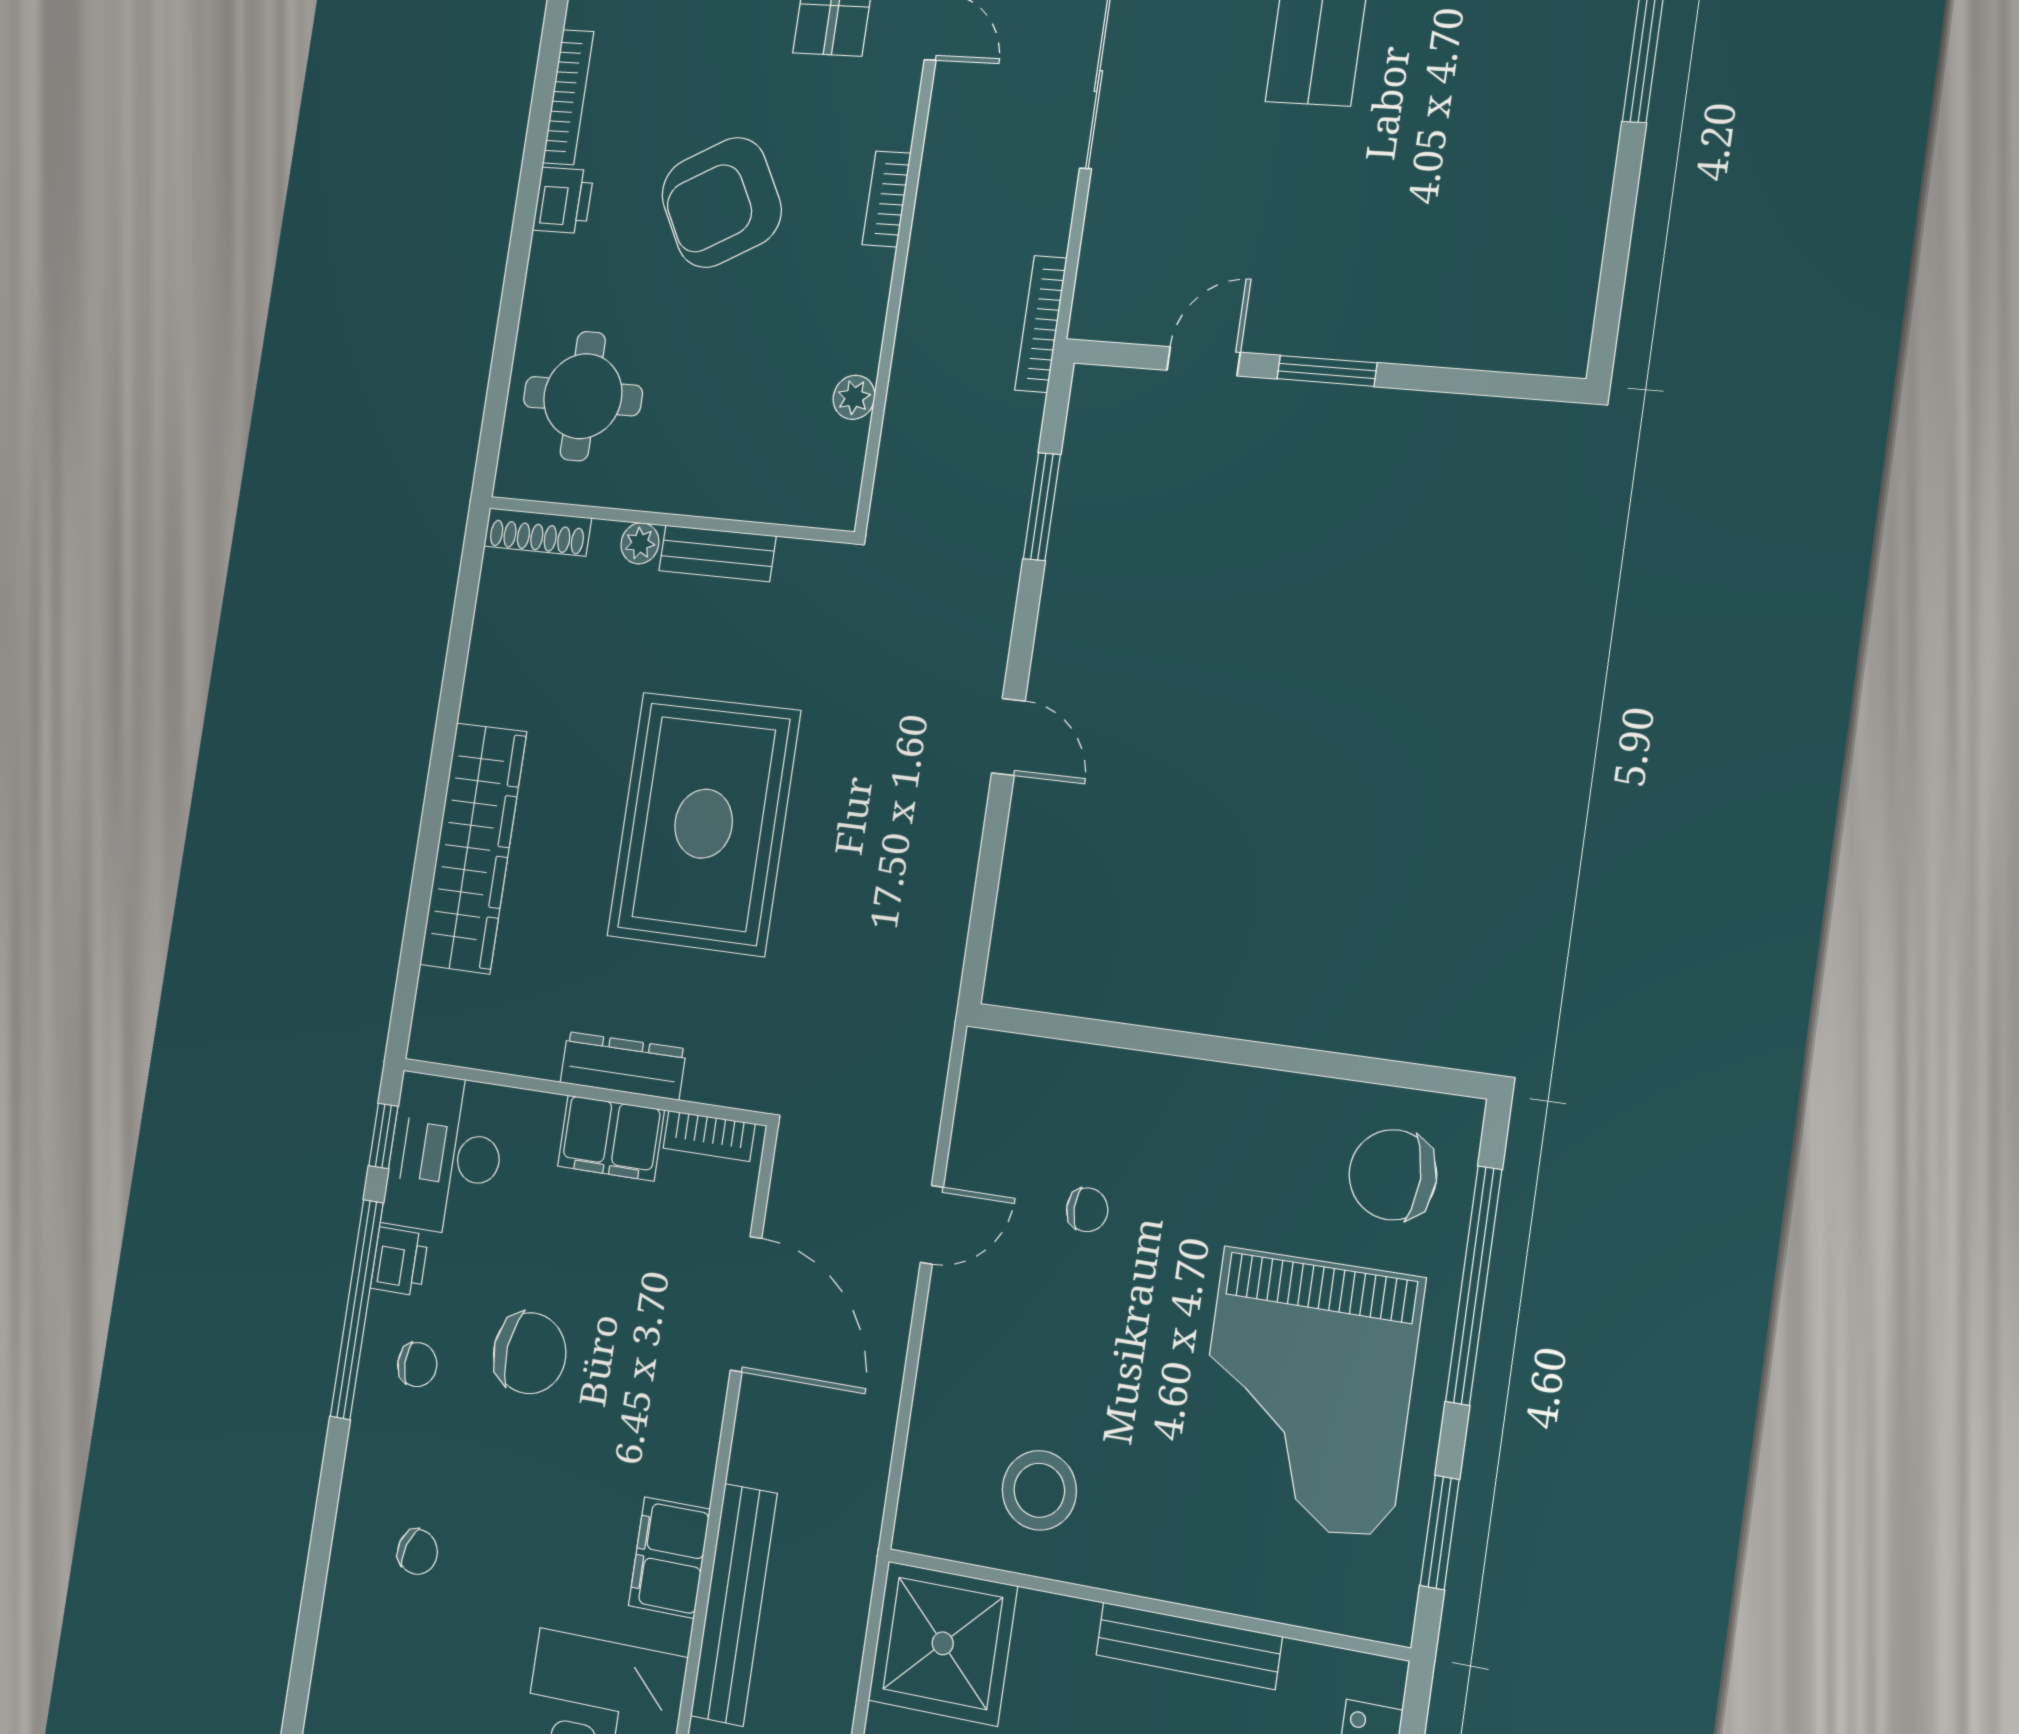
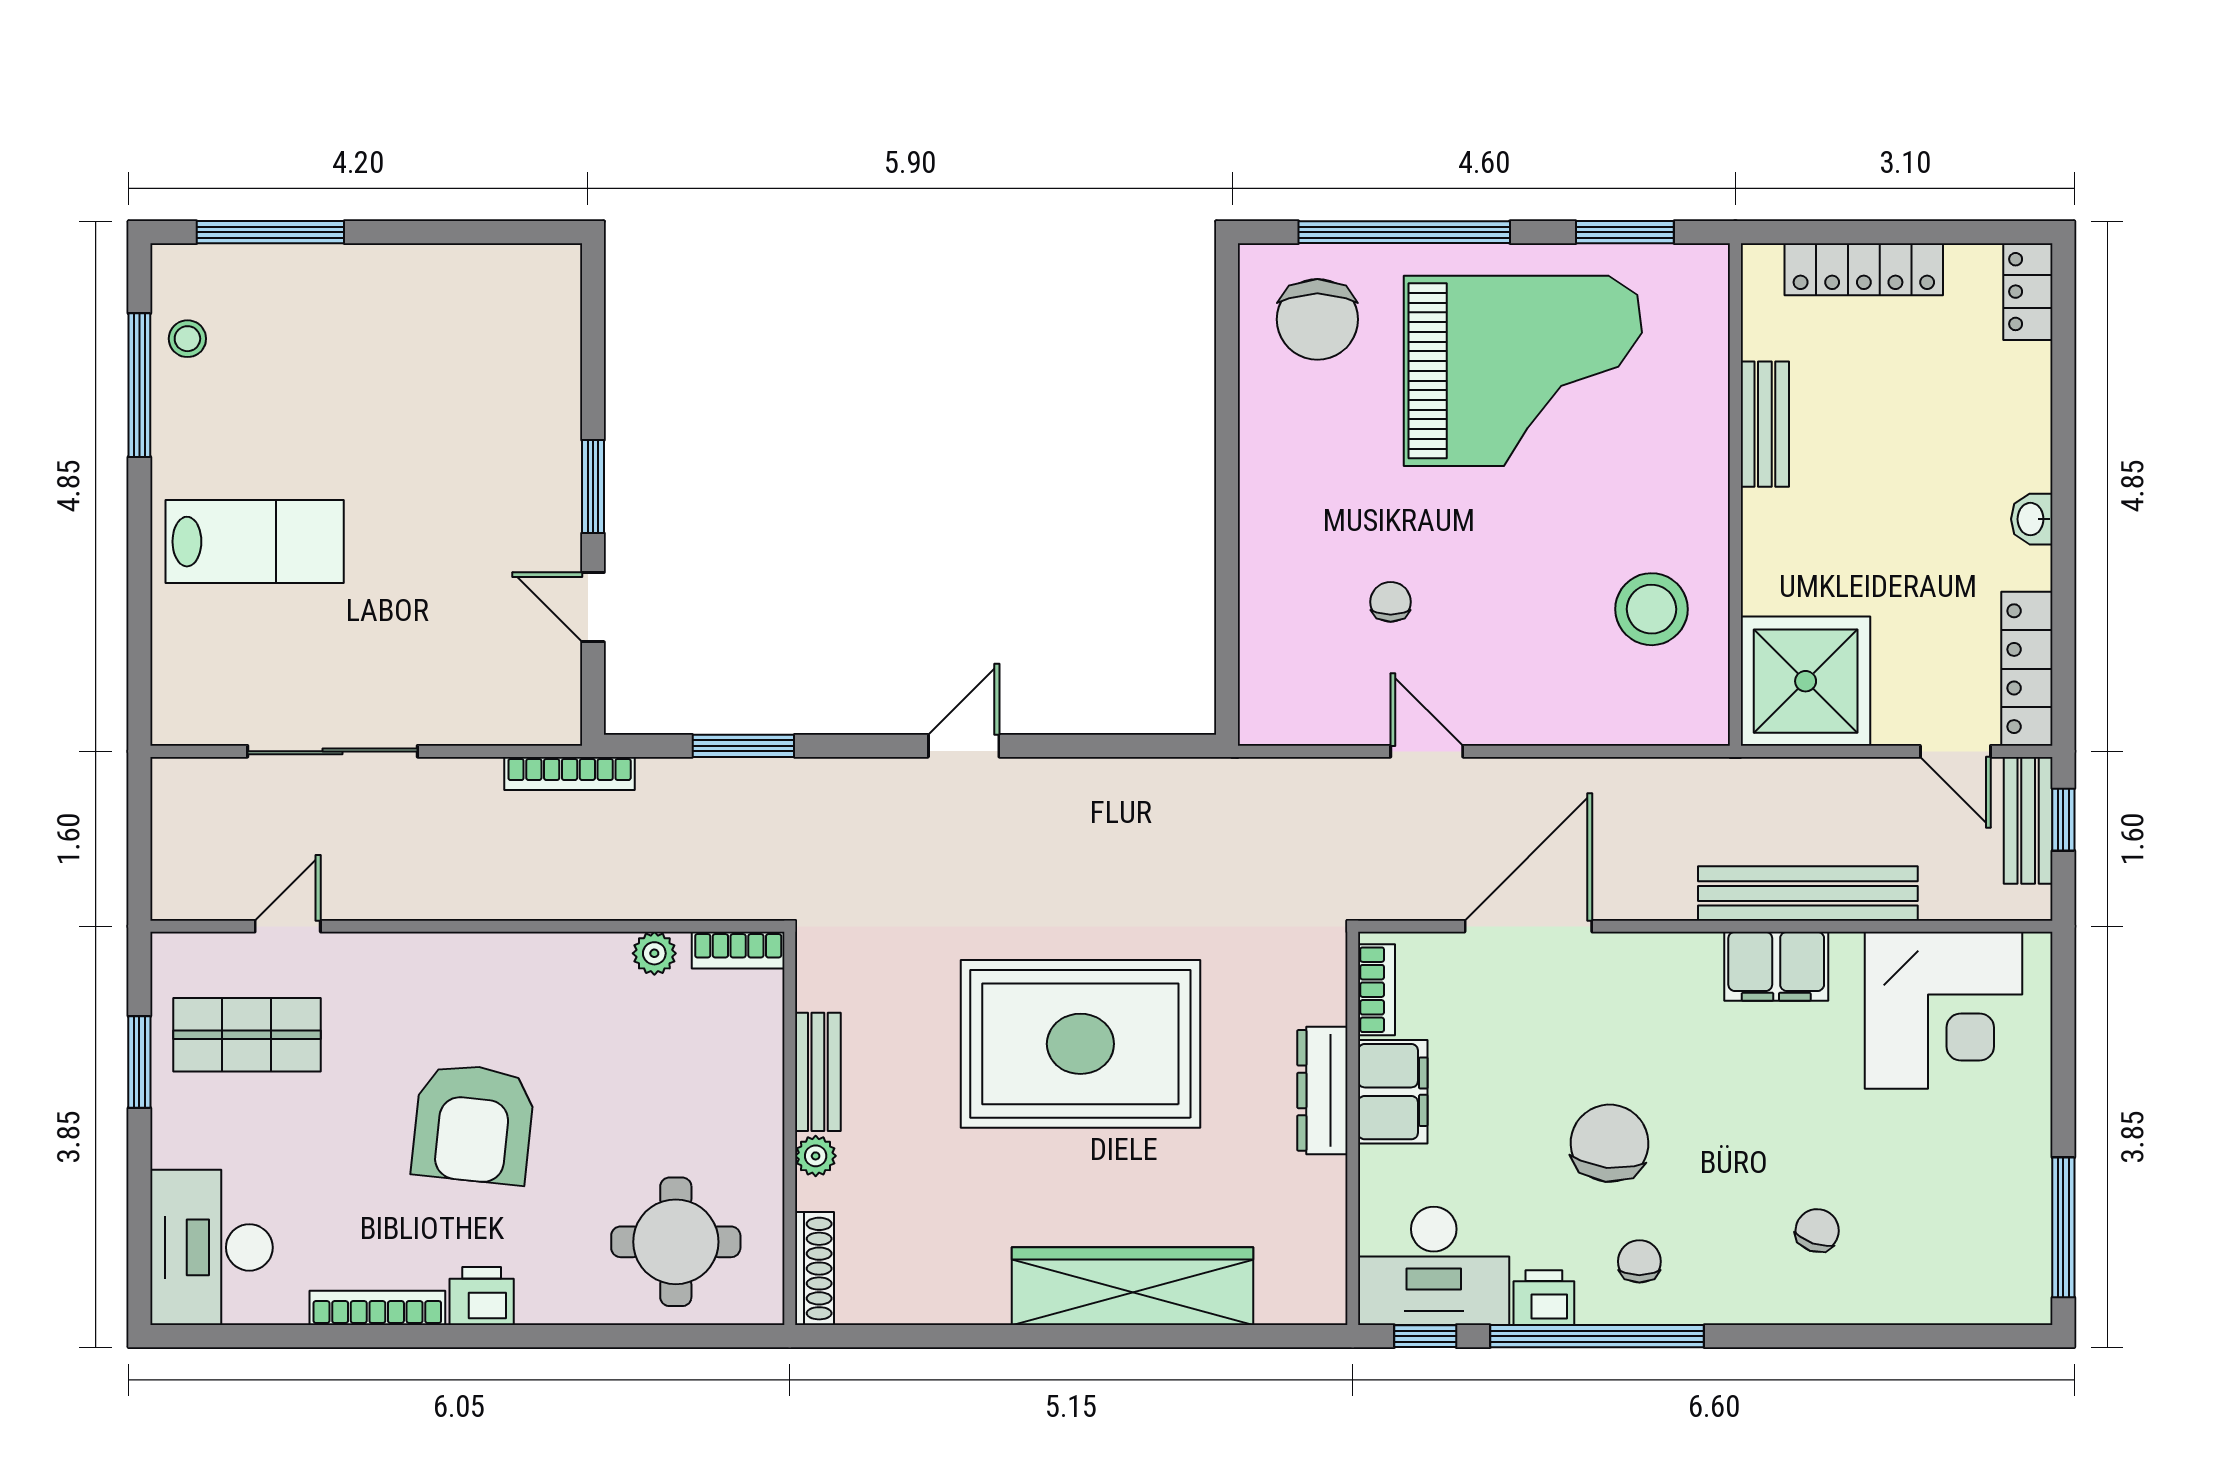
bookcase: (886, 199) -> (738, 950), moved
armchair: (721, 203) -> (473, 1124), turned 35
bench: (1189, 1646) -> (1765, 424), width x0.73

